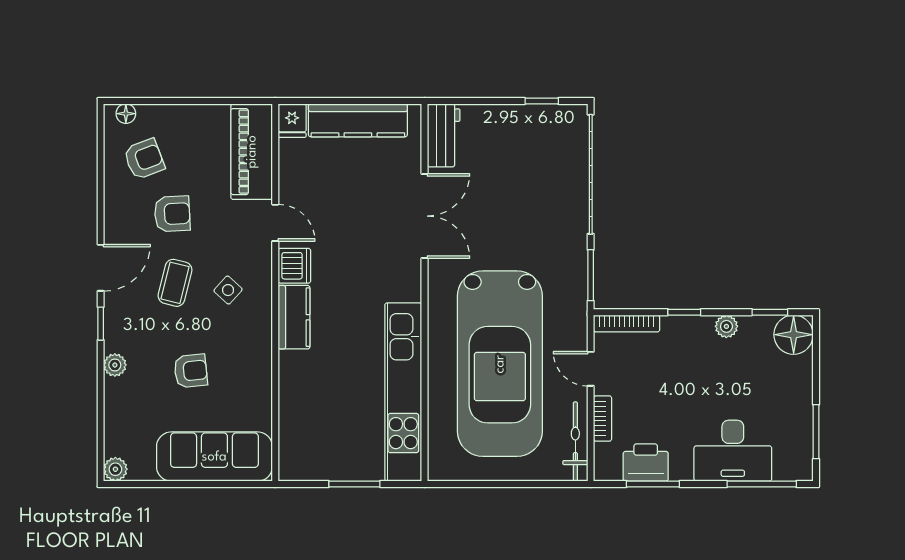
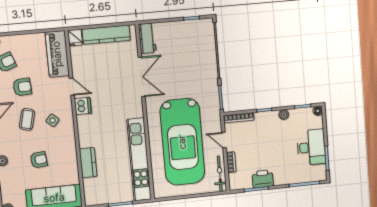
kitchen counter: (294, 317) -> (88, 163), moved
floor lamp: (794, 335) -> (318, 111), width x0.53, depth x0.53
desk: (733, 451) -> (311, 147), moved, turned -90
printer: (646, 463) -> (263, 179), moved

